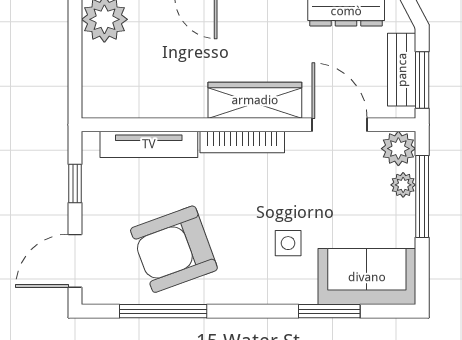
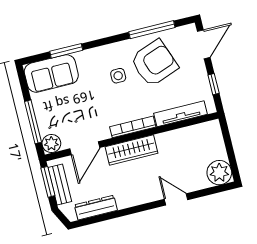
door: (340, 125) -> (85, 148), hinge flipped
plant: (403, 185) -> (44, 125), removed
side table: (288, 243) -> (118, 76), moved

